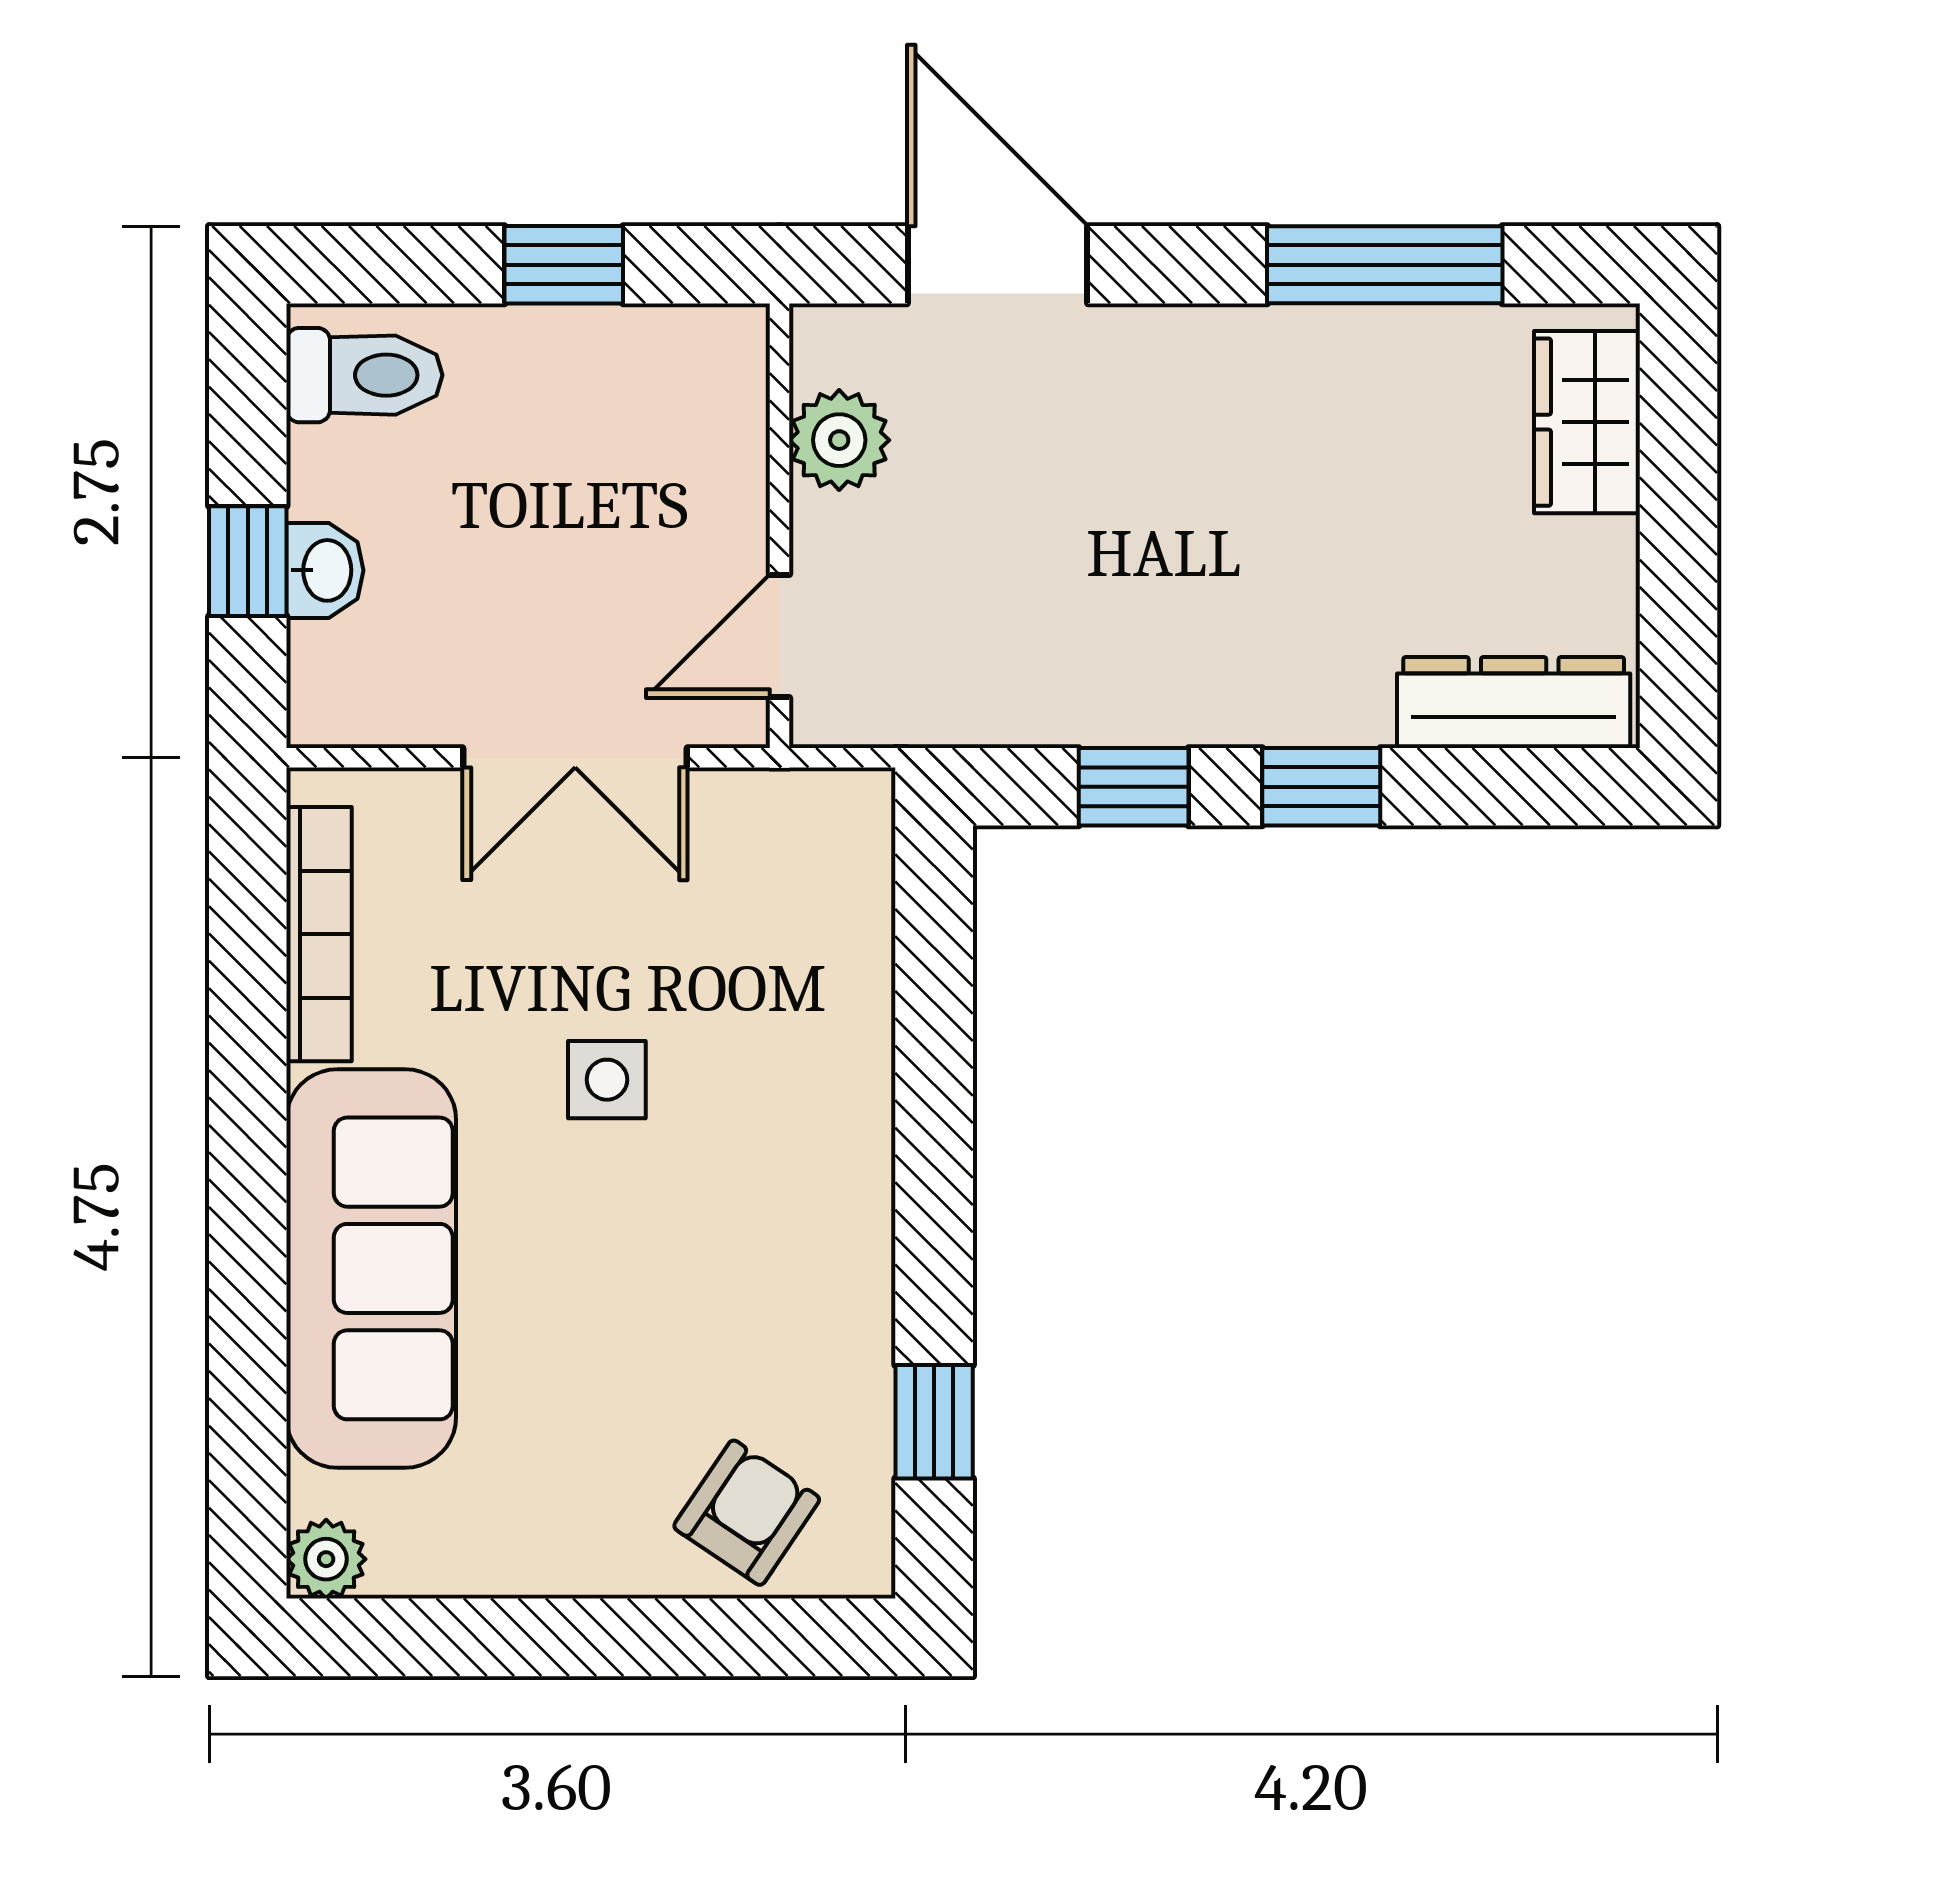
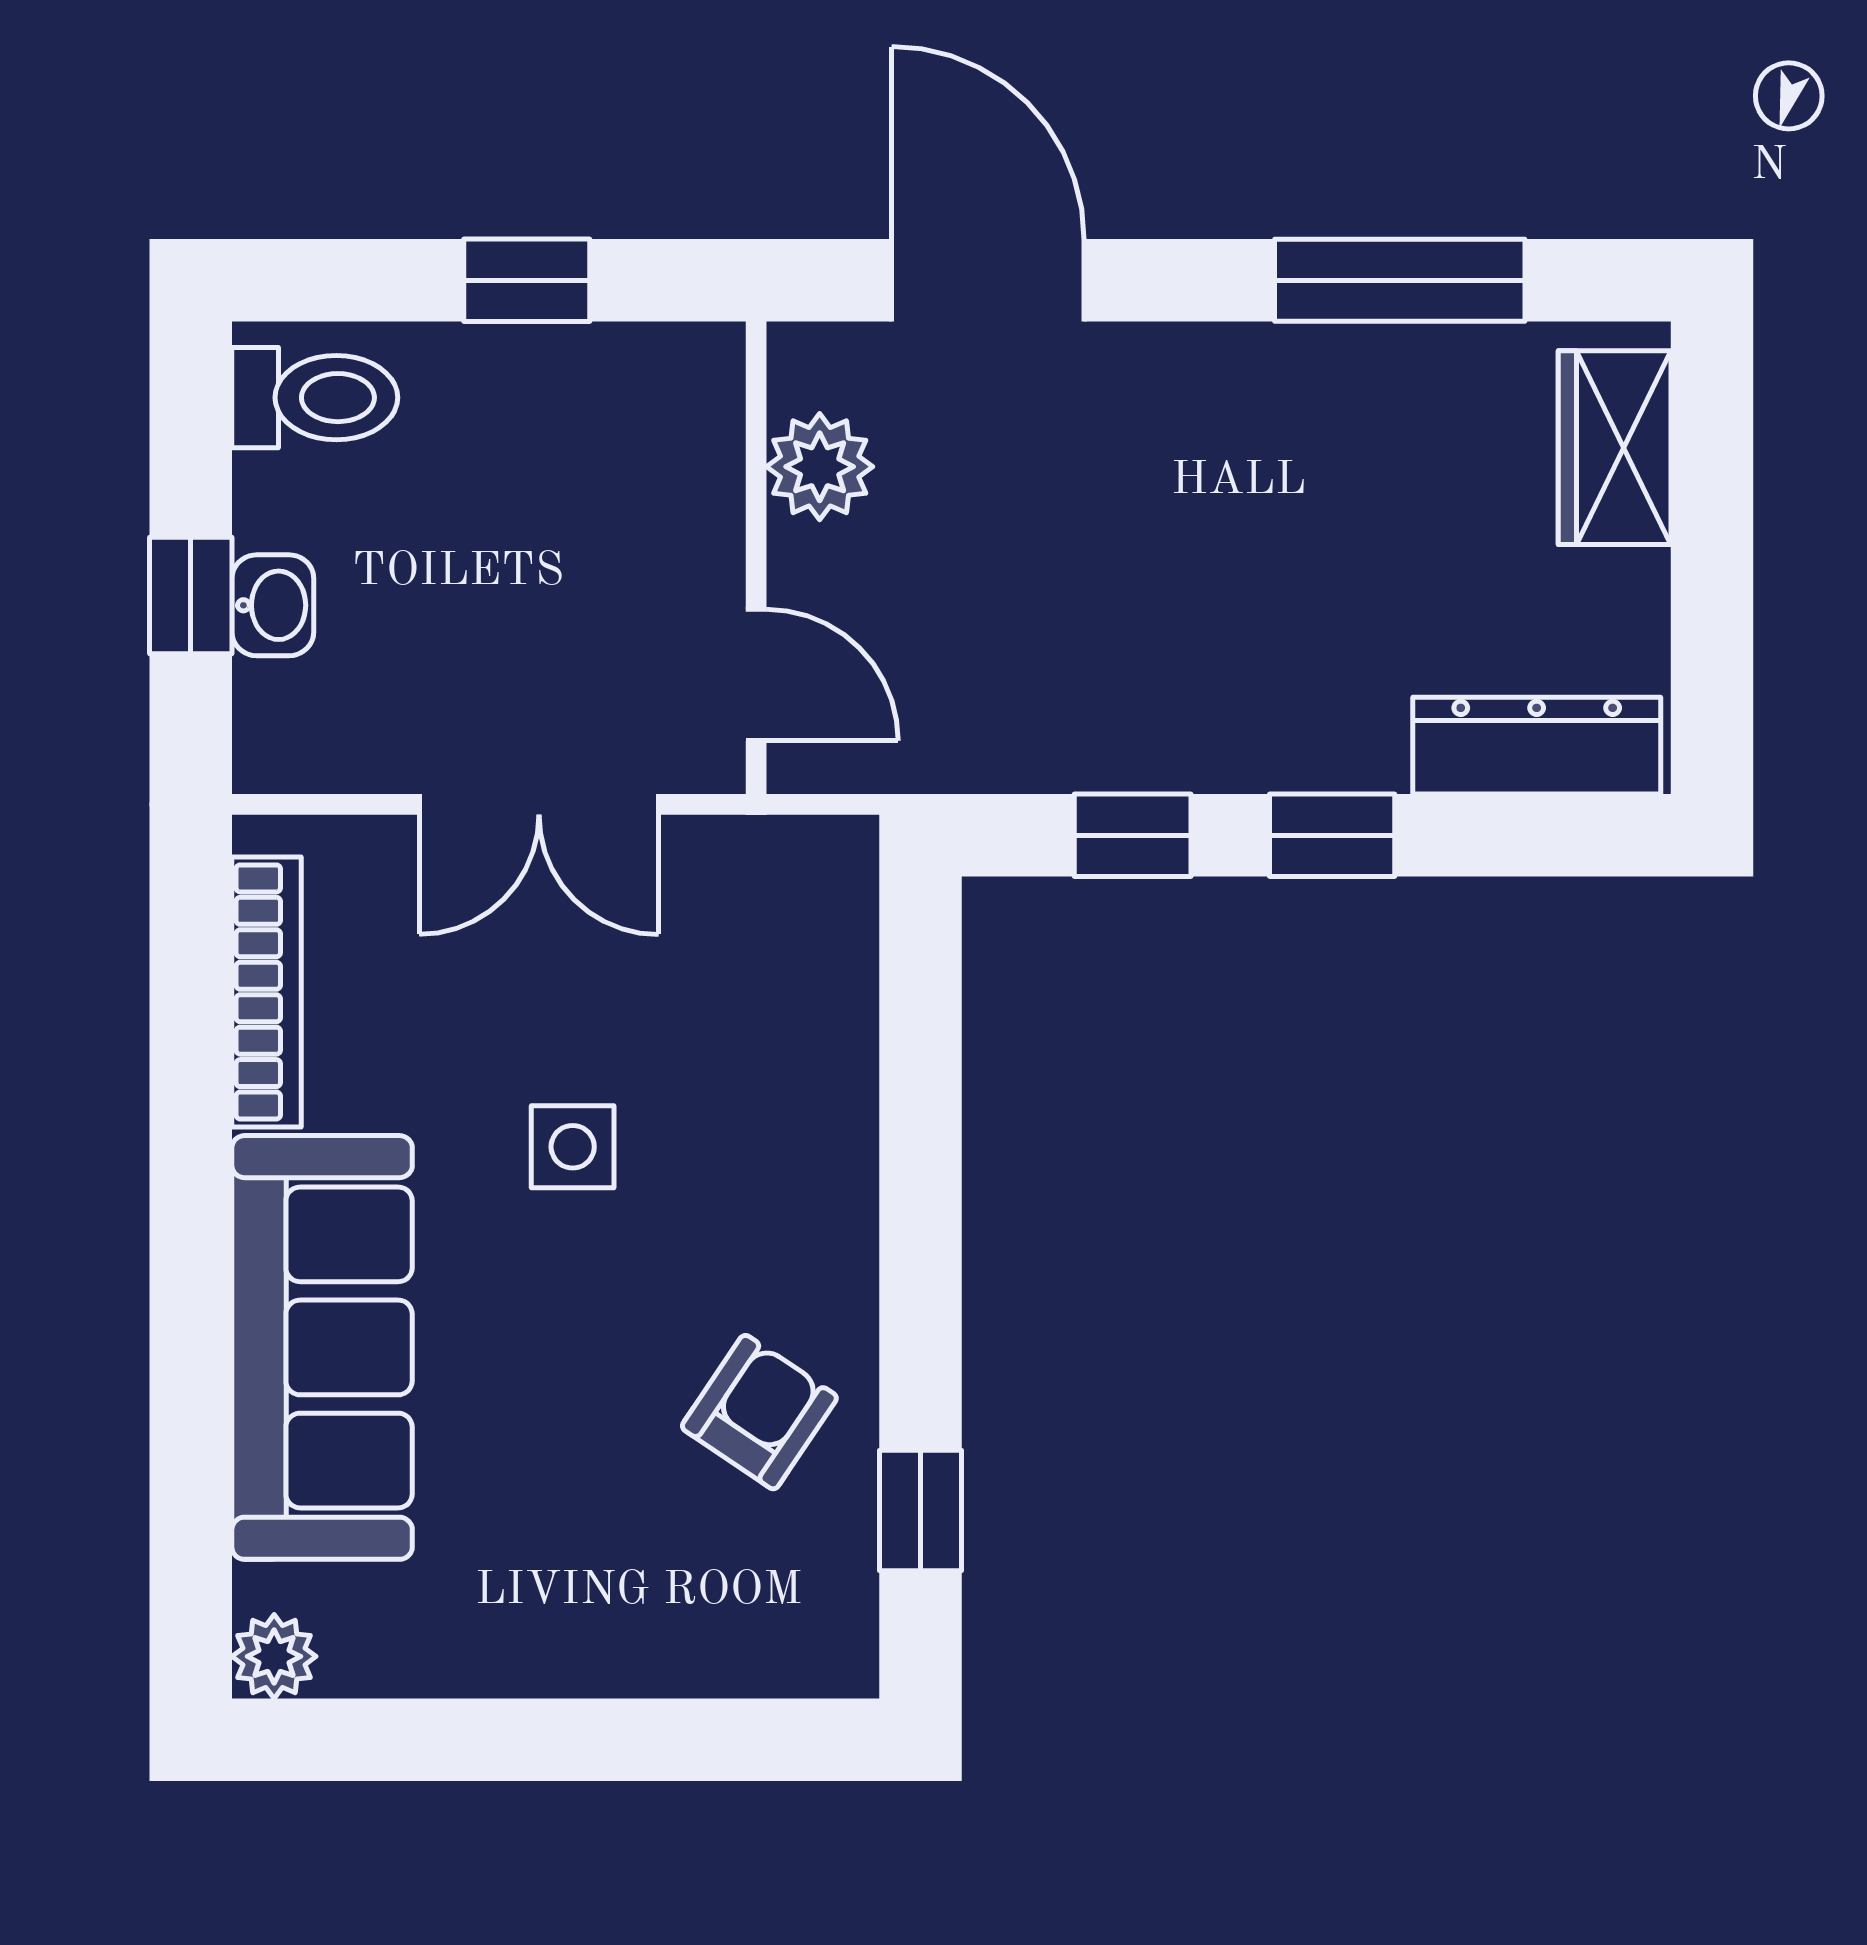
door: (779, 636) -> (756, 675), swing flipped
armchair: (747, 1513) -> (759, 1412), moved

